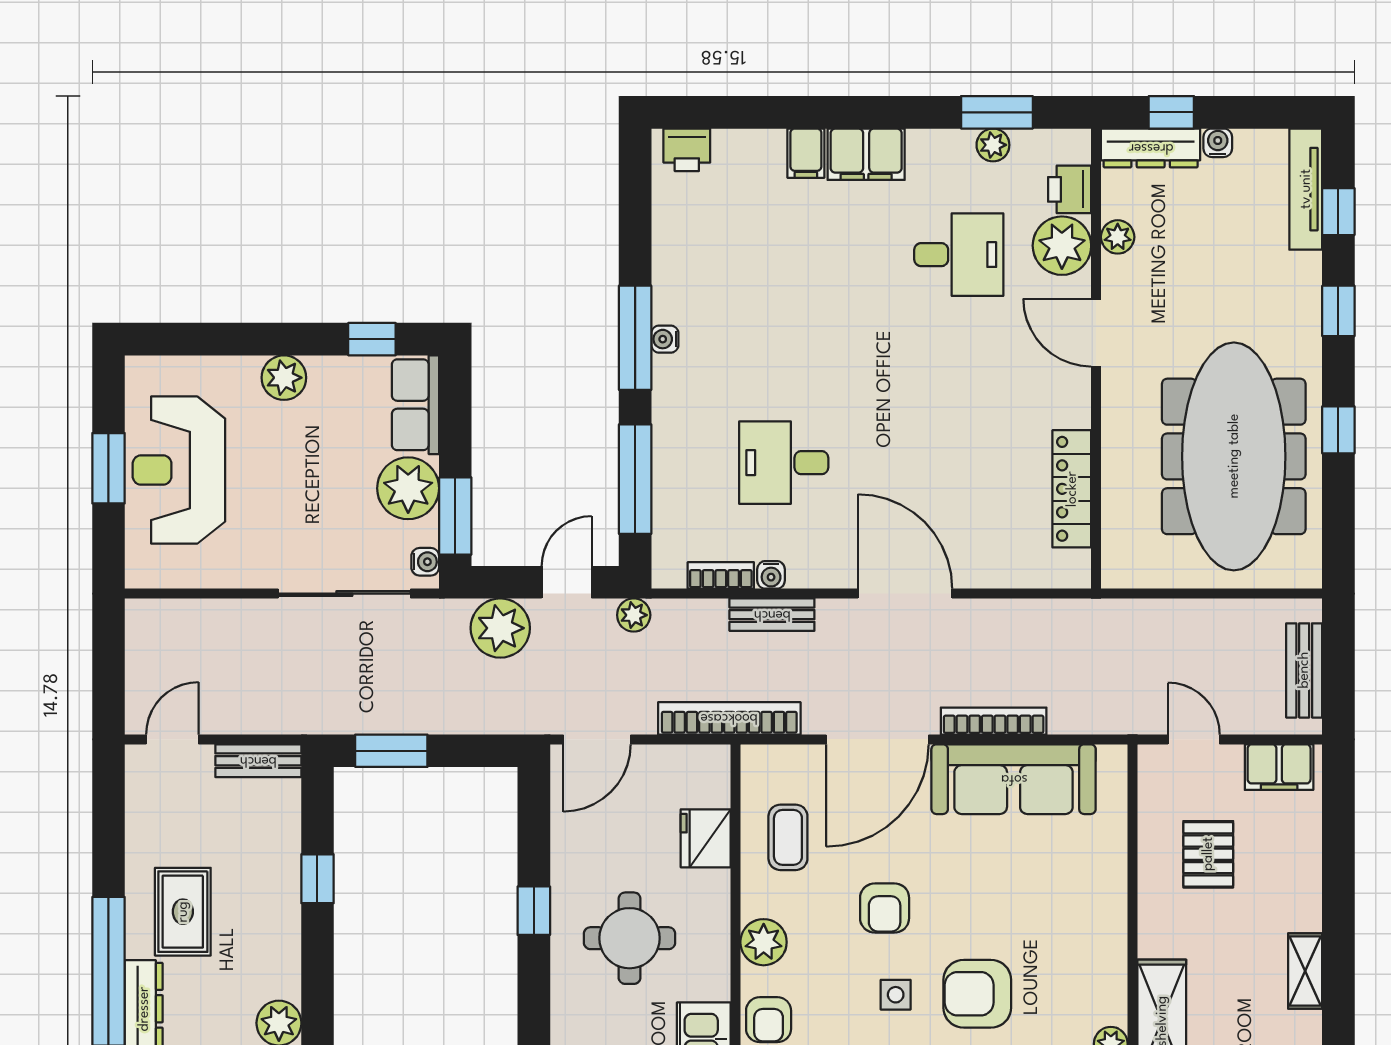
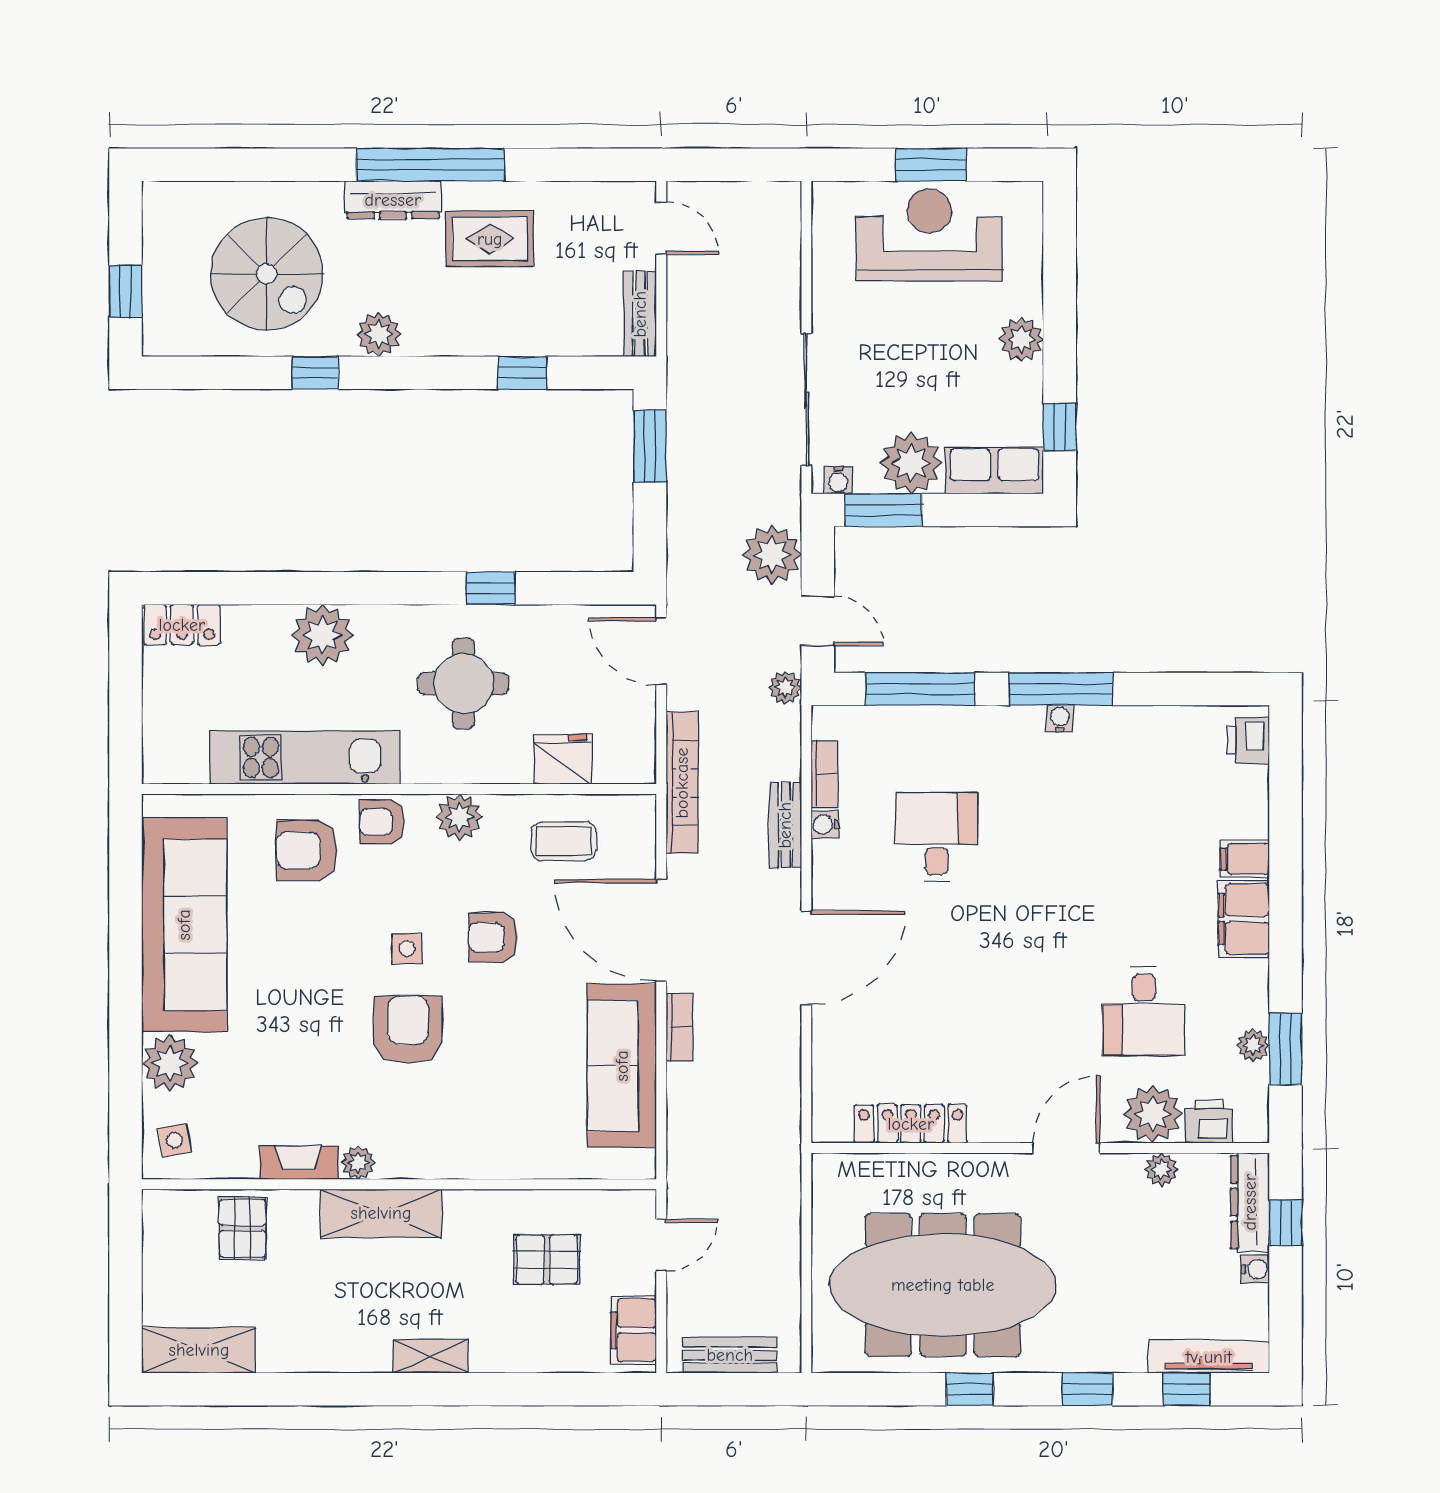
bookcase: (994, 721) -> (679, 1027), width x0.64

